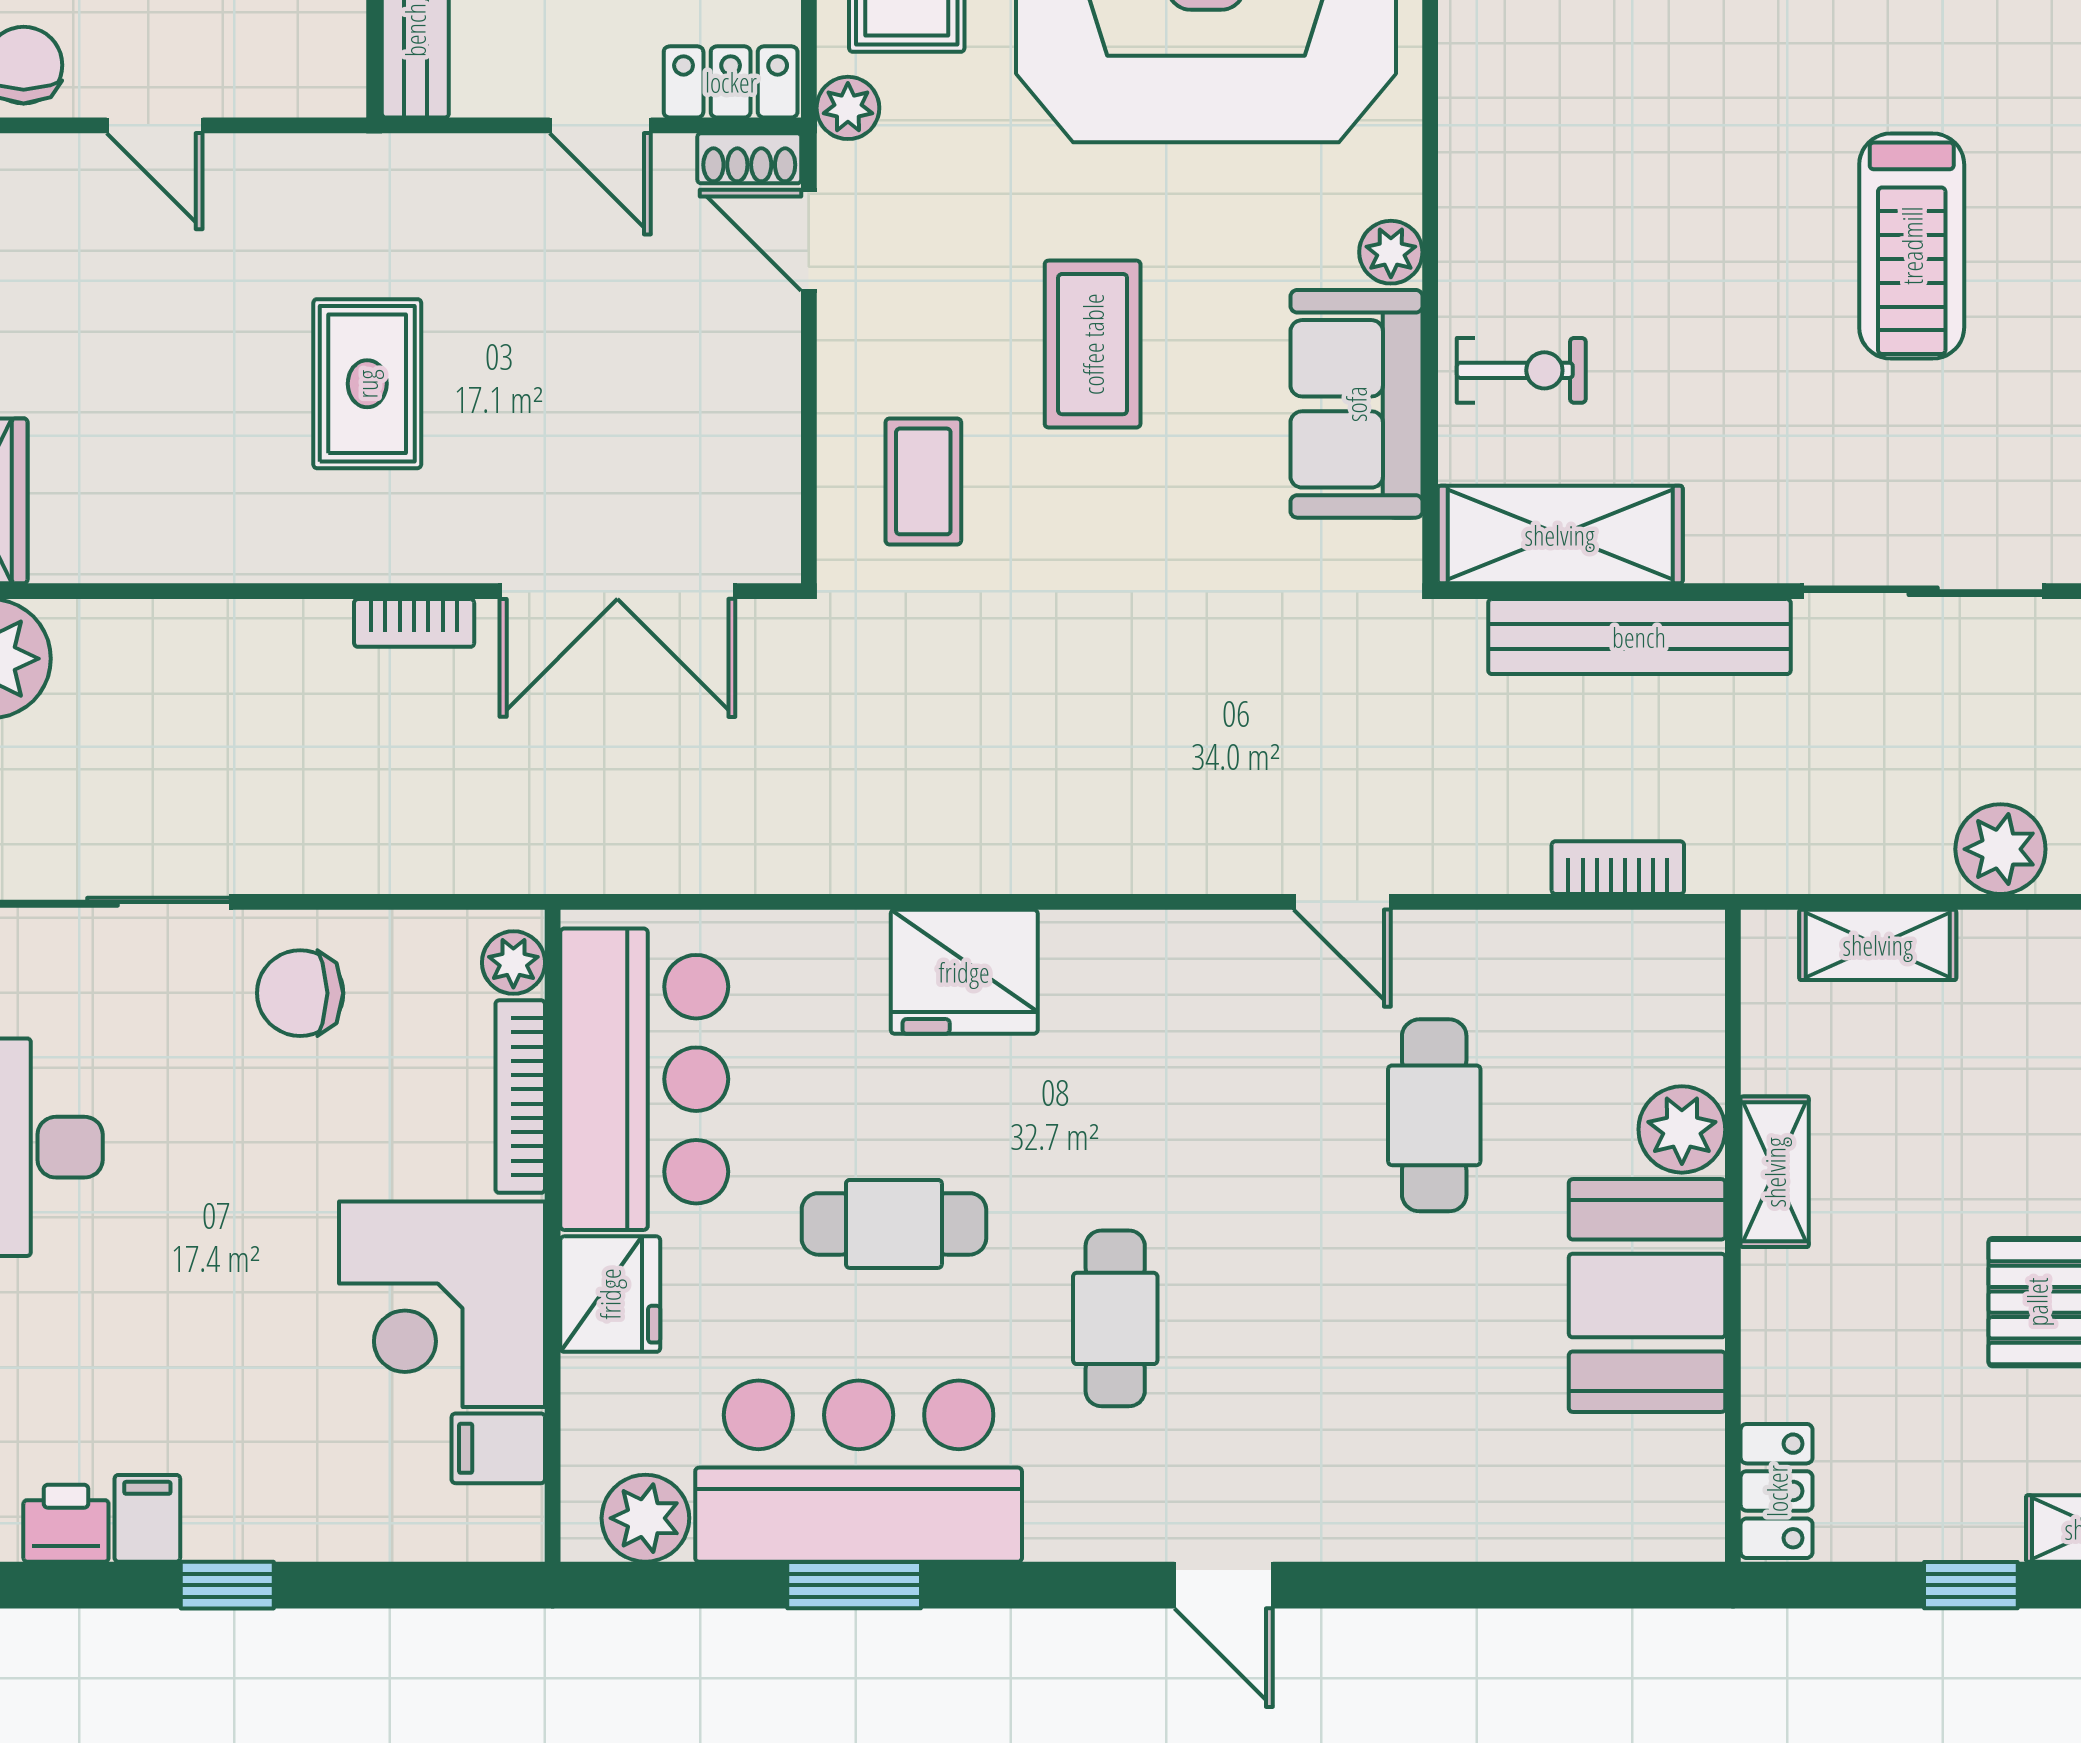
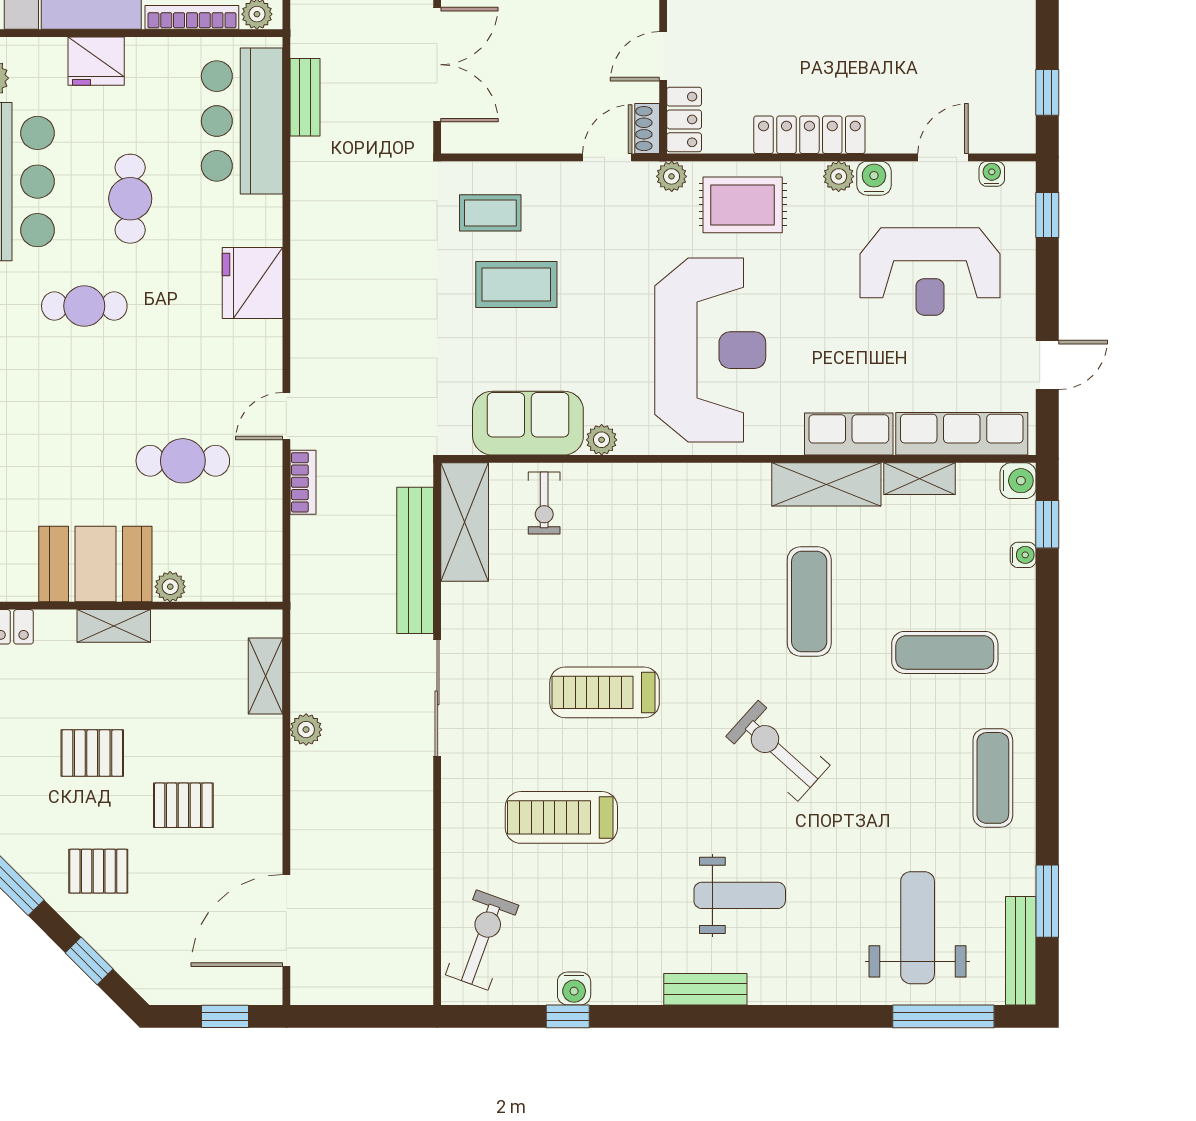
coffee table: (1093, 344) -> (516, 285), moved
double door: (617, 591) -> (437, 65), swing flipped
plant: (2000, 849) -> (306, 730), width x0.73, depth x0.73
bench: (685, 863) -> (305, 97), added
bookcase: (1618, 868) -> (303, 482), moved
fridge: (964, 972) -> (252, 283), moved
bar counter: (644, 1079) -> (242, 121), moved, turned 90
plant: (1682, 1129) -> (170, 587), width x0.73, depth x0.73
shelving: (1775, 1172) -> (114, 626), moved

